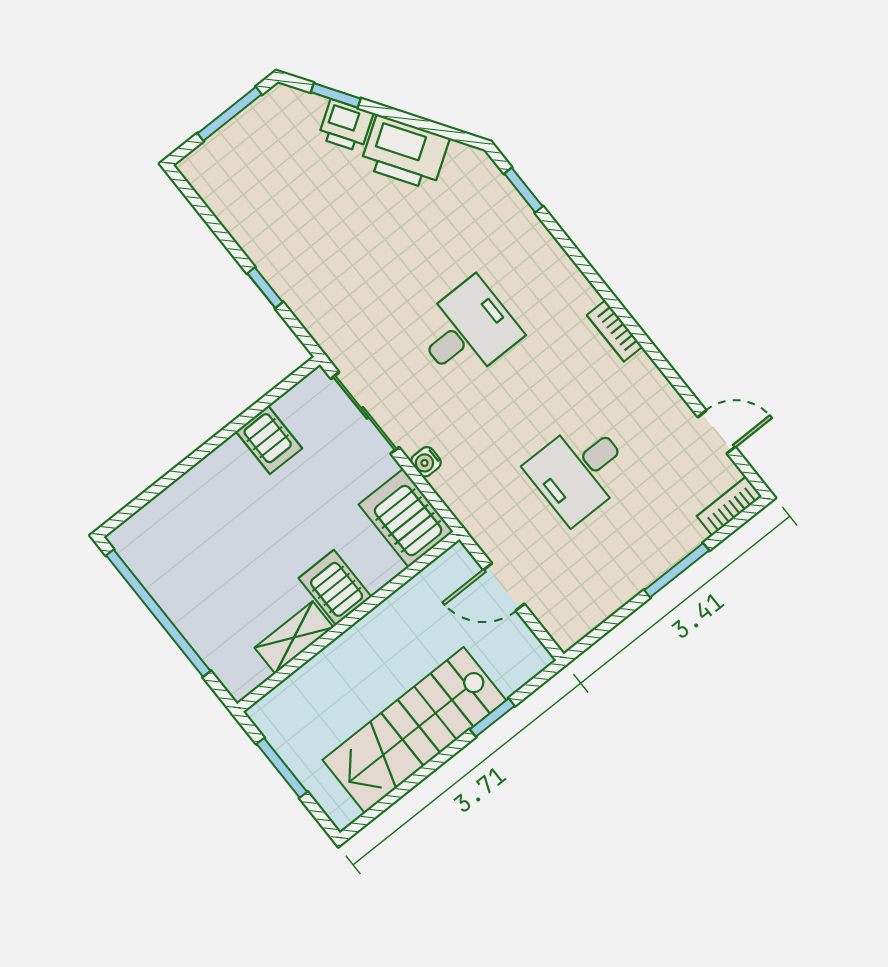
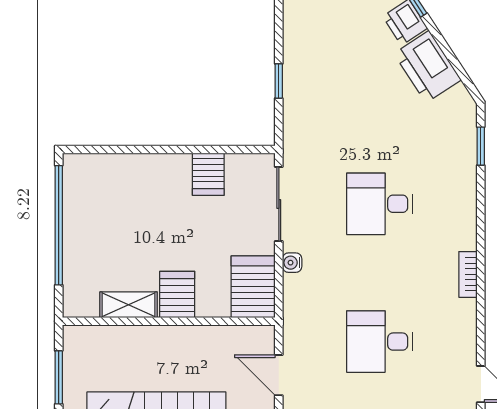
desk: (467, 331) -> (380, 204), turned 180

